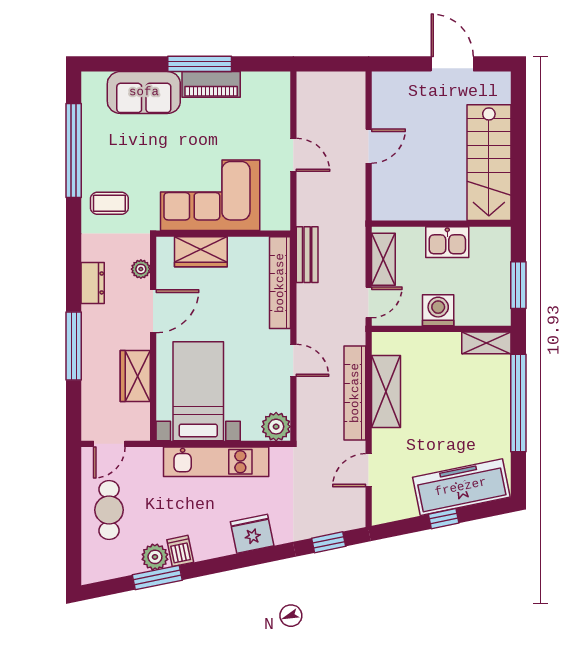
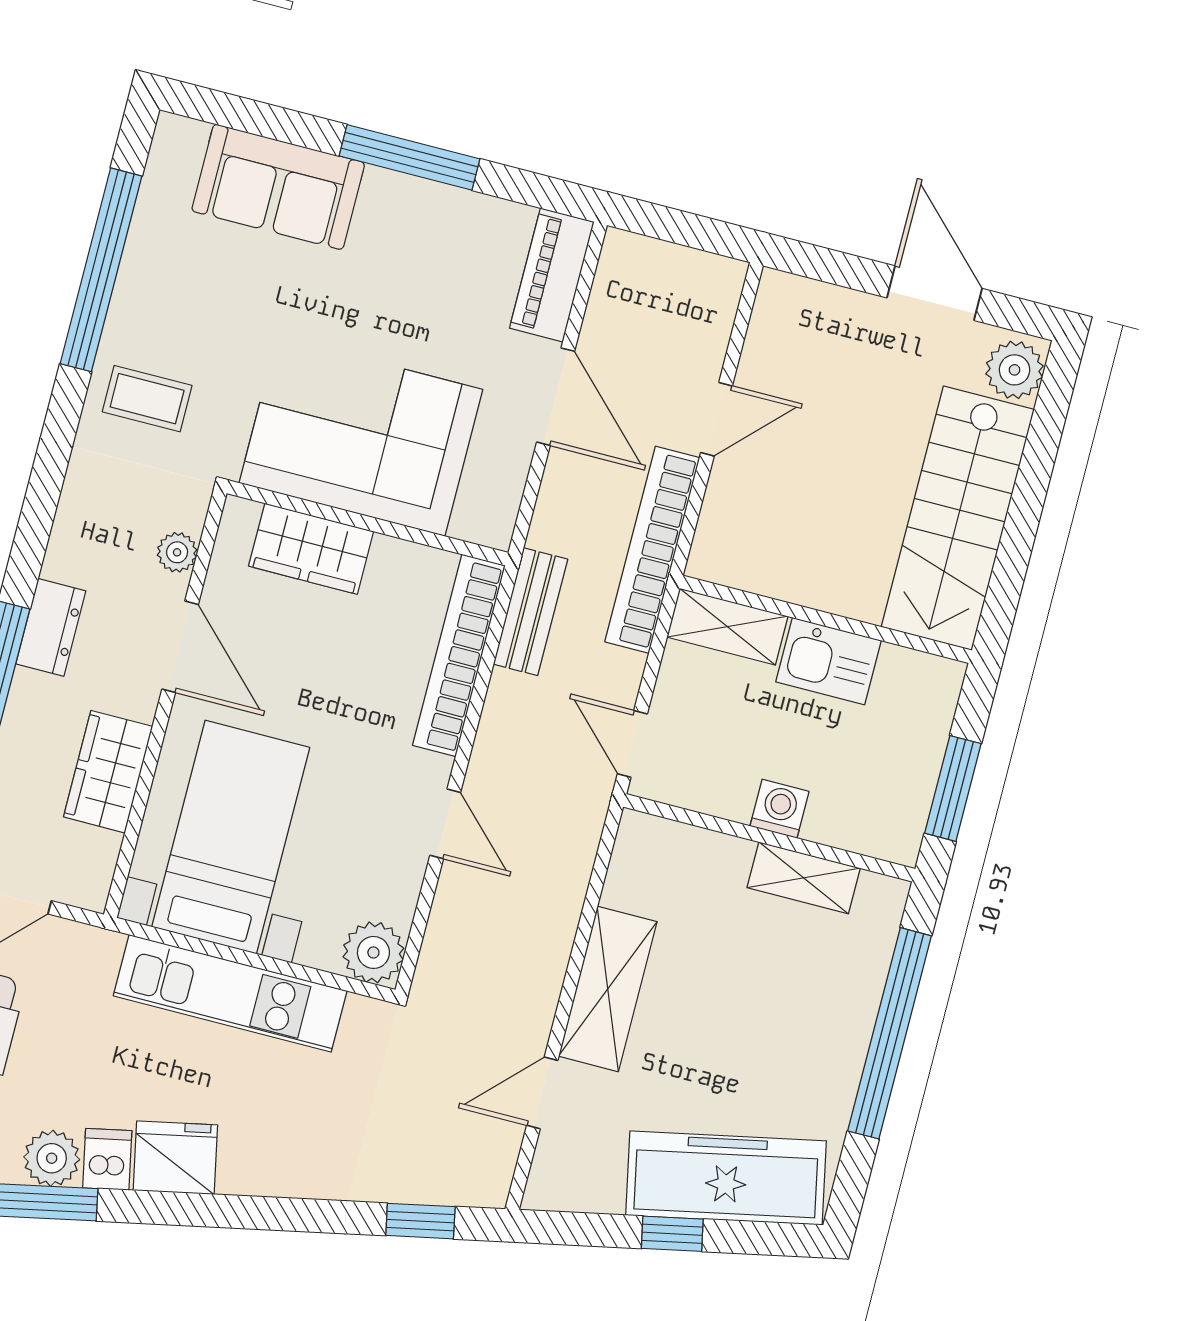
piano: (211, 84) -> (552, 275), moved, turned 90
plant: (497, 89) -> (1015, 370), added
door: (293, 155) -> (556, 397), width x1.37
shelving: (383, 259) -> (727, 627), moved, turned 90
dresser: (93, 283) -> (51, 627), moved
door: (369, 302) -> (632, 744), swing flipped
washing machine: (438, 310) -> (780, 809), width x0.73, depth x0.73
door: (153, 311) -> (180, 647), hinge flipped
shelving: (486, 343) -> (804, 878), moved
shelving: (386, 391) -> (608, 989), moved
bookcase: (355, 393) -> (652, 550), moved
fridge: (252, 534) -> (175, 1158), moved

